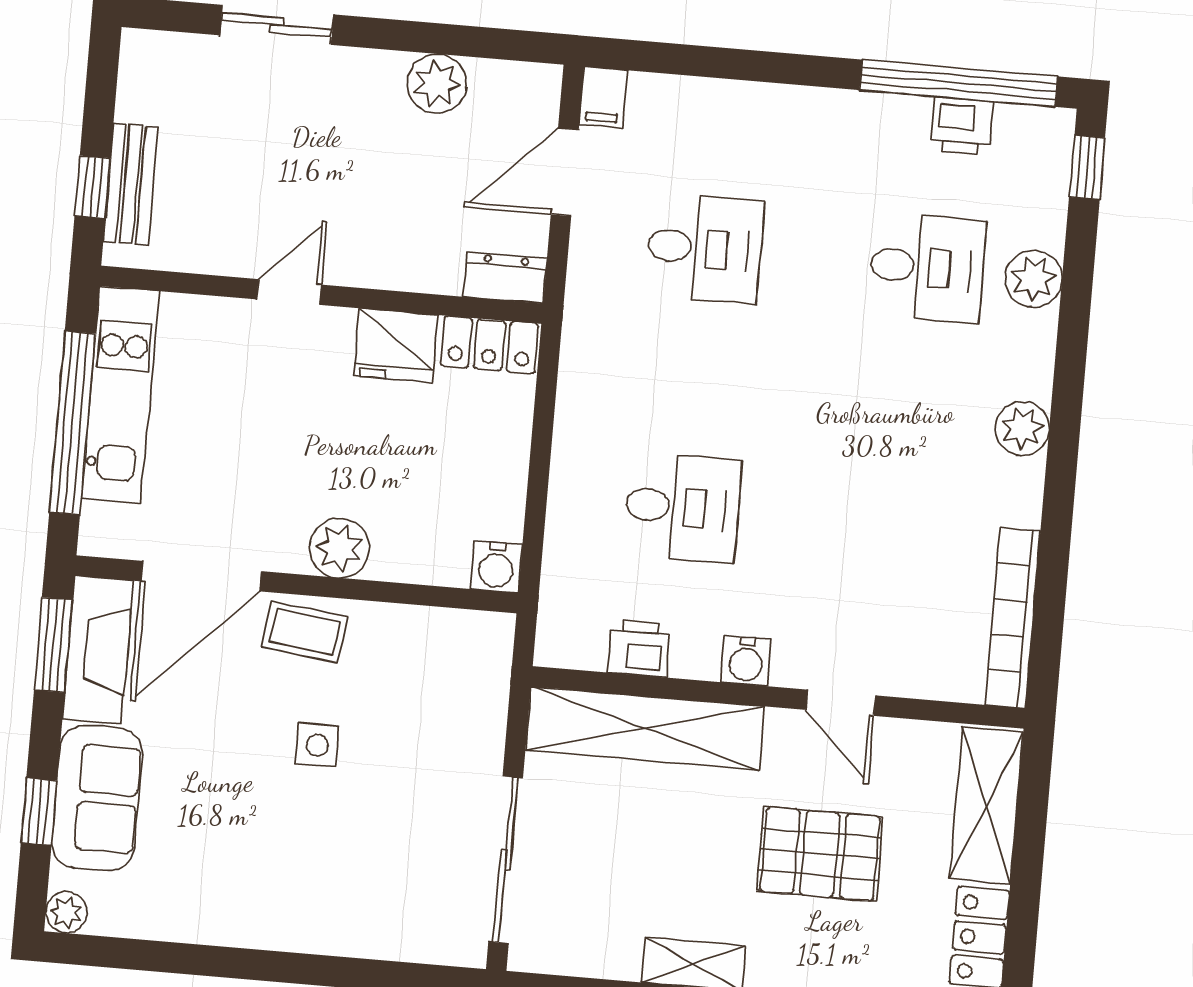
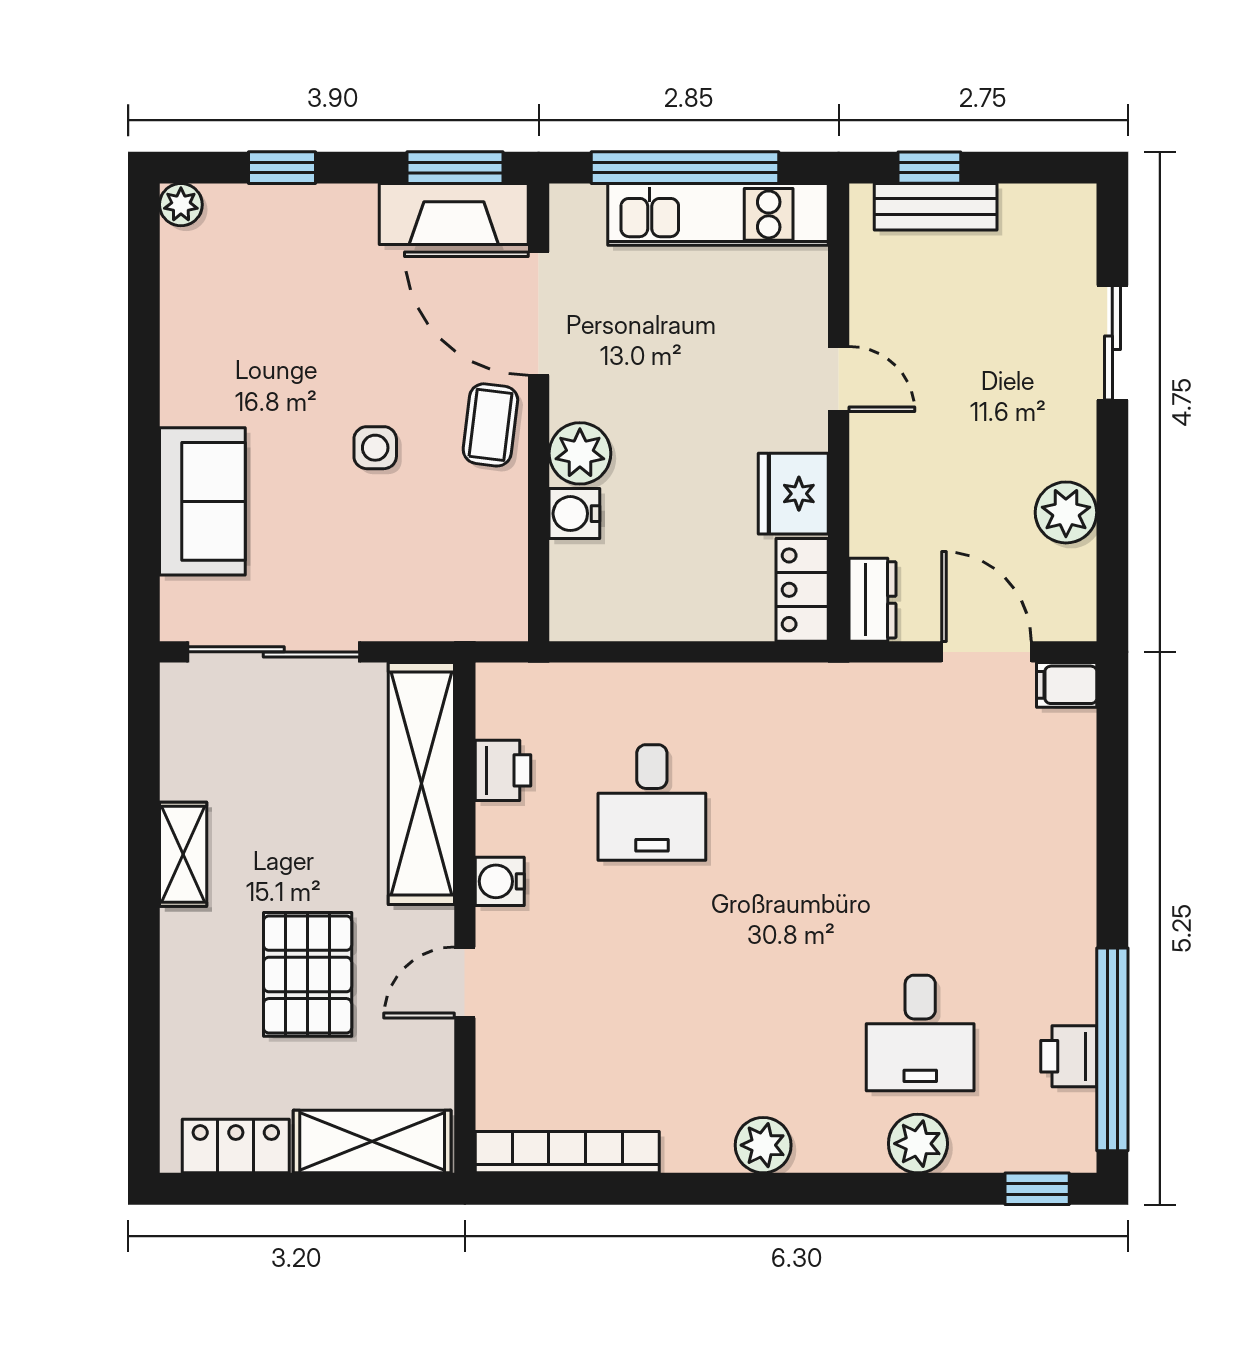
desk: (705, 248) -> (920, 802), removed
water cooler: (496, 567) -> (574, 514), moved
sofa: (97, 798) -> (202, 501), moved, turned -90

